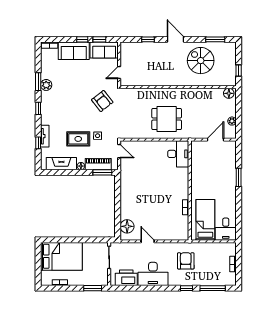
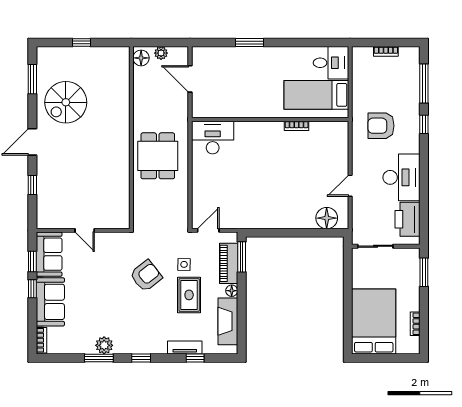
wall: (178, 87) -> (131, 138), moved
floor lamp: (229, 93) -> (141, 58), moved
armchair: (102, 101) -> (146, 276), moved

